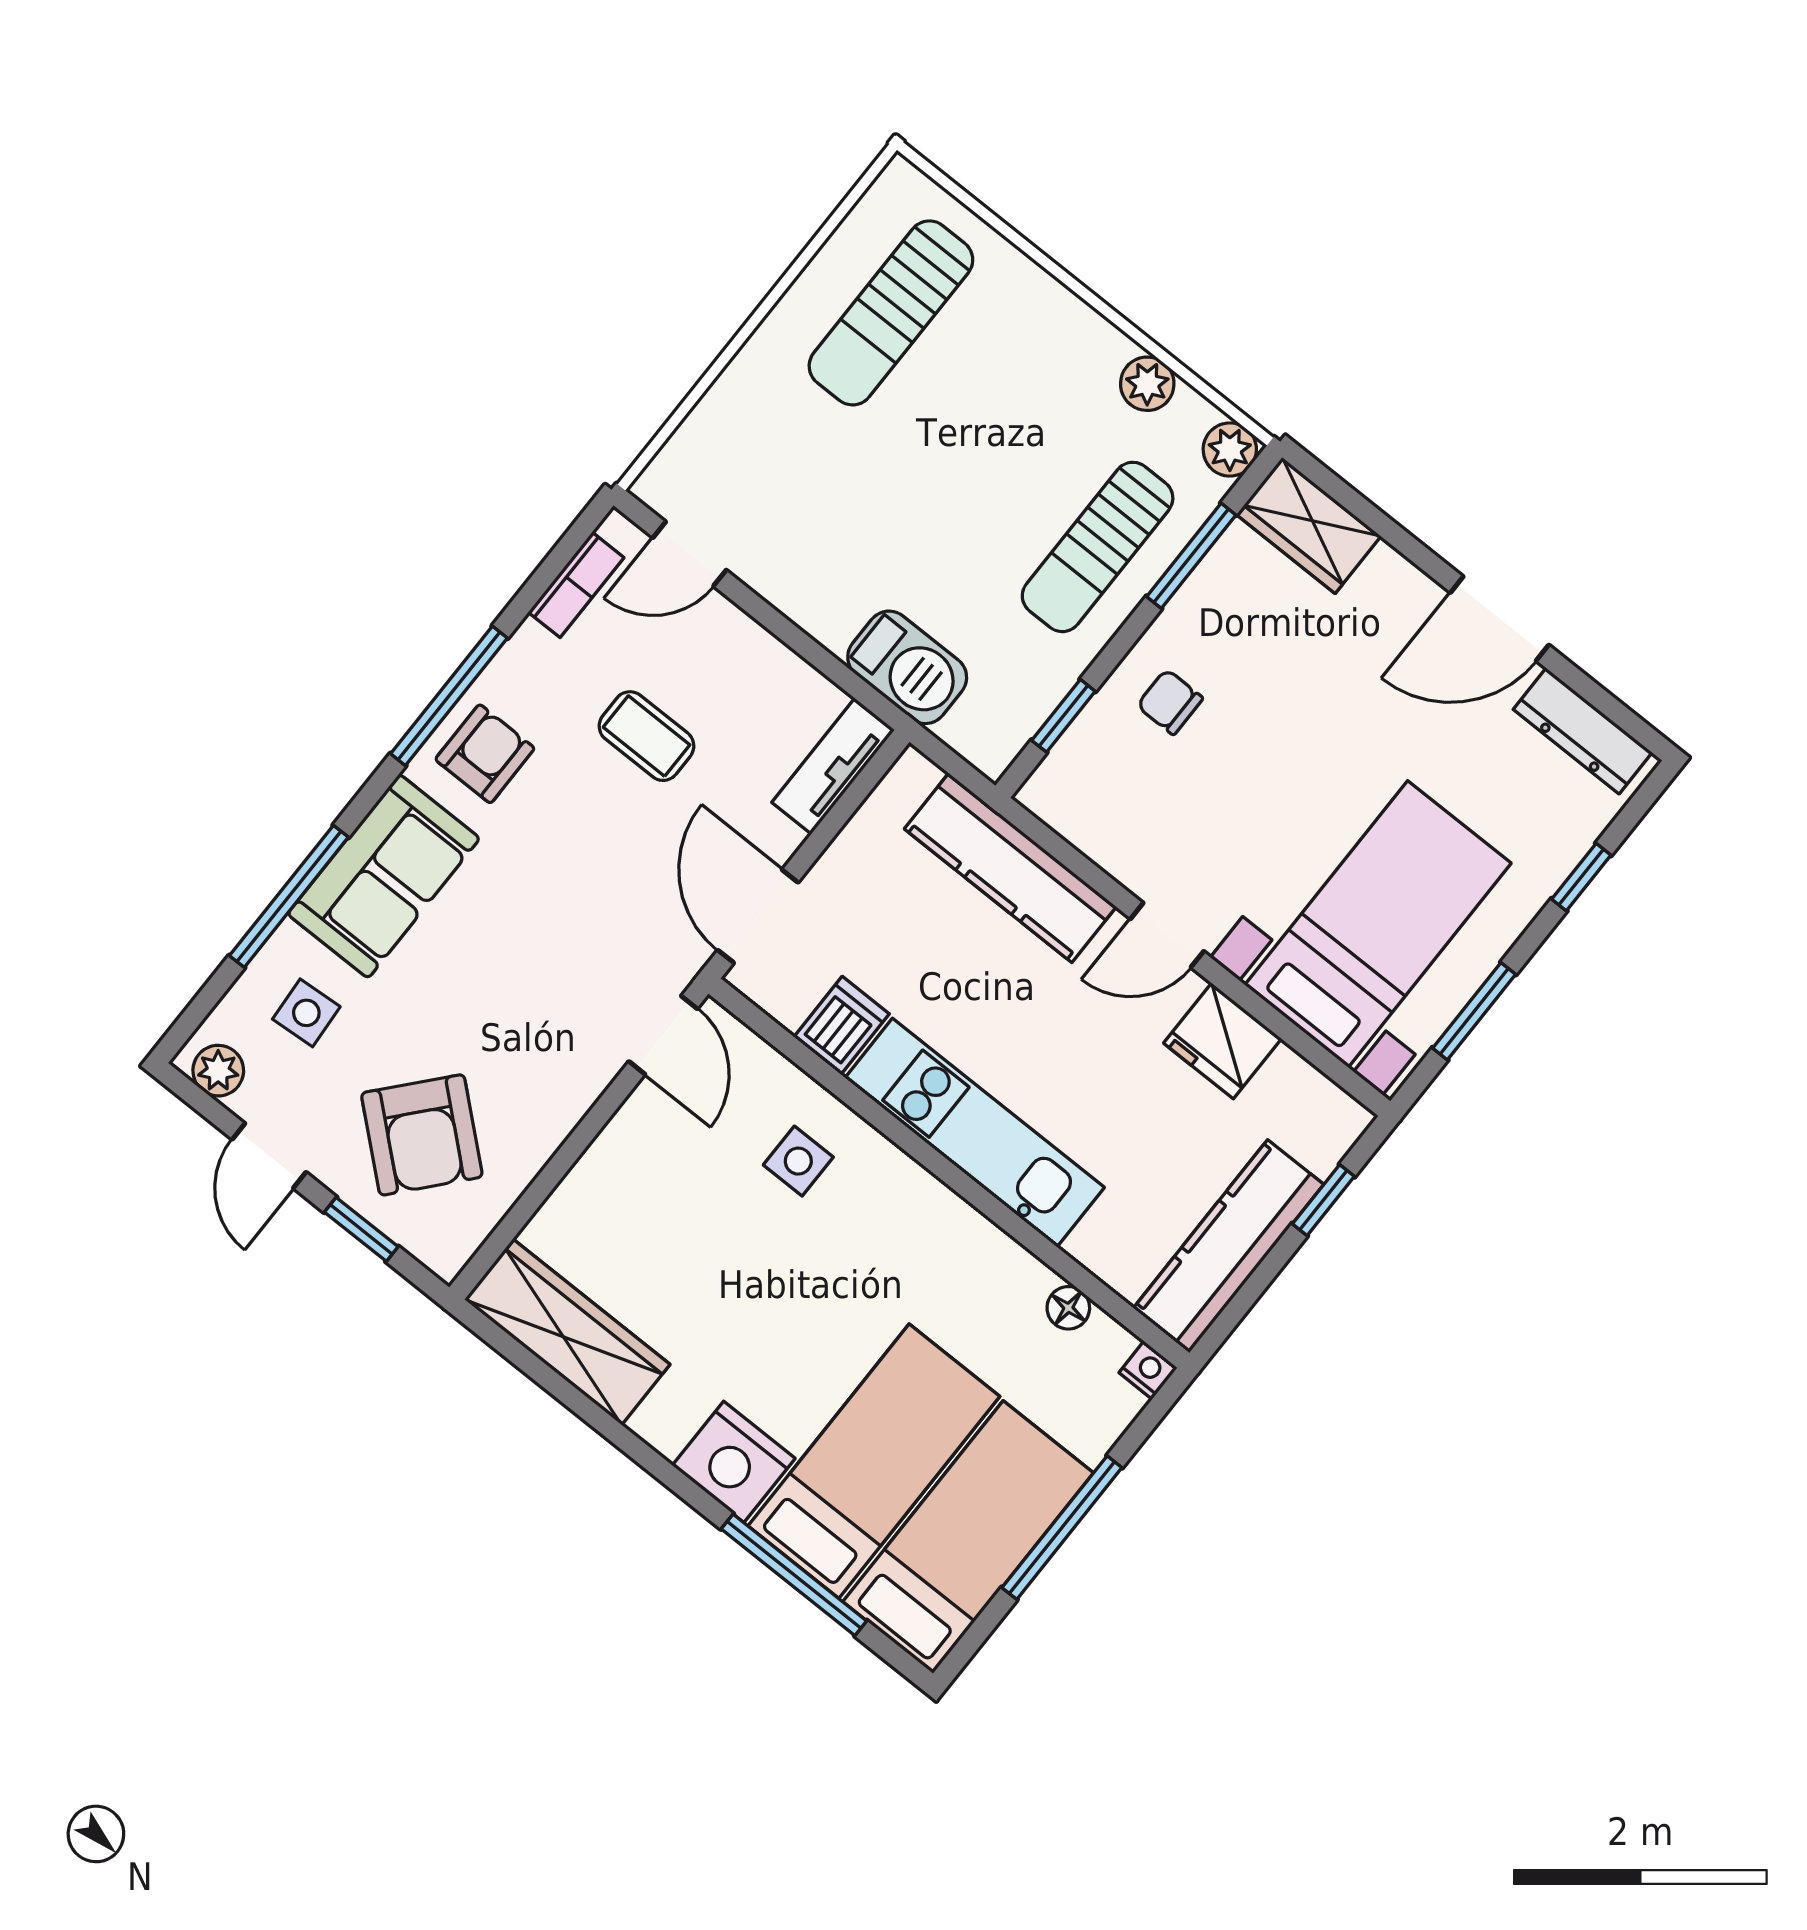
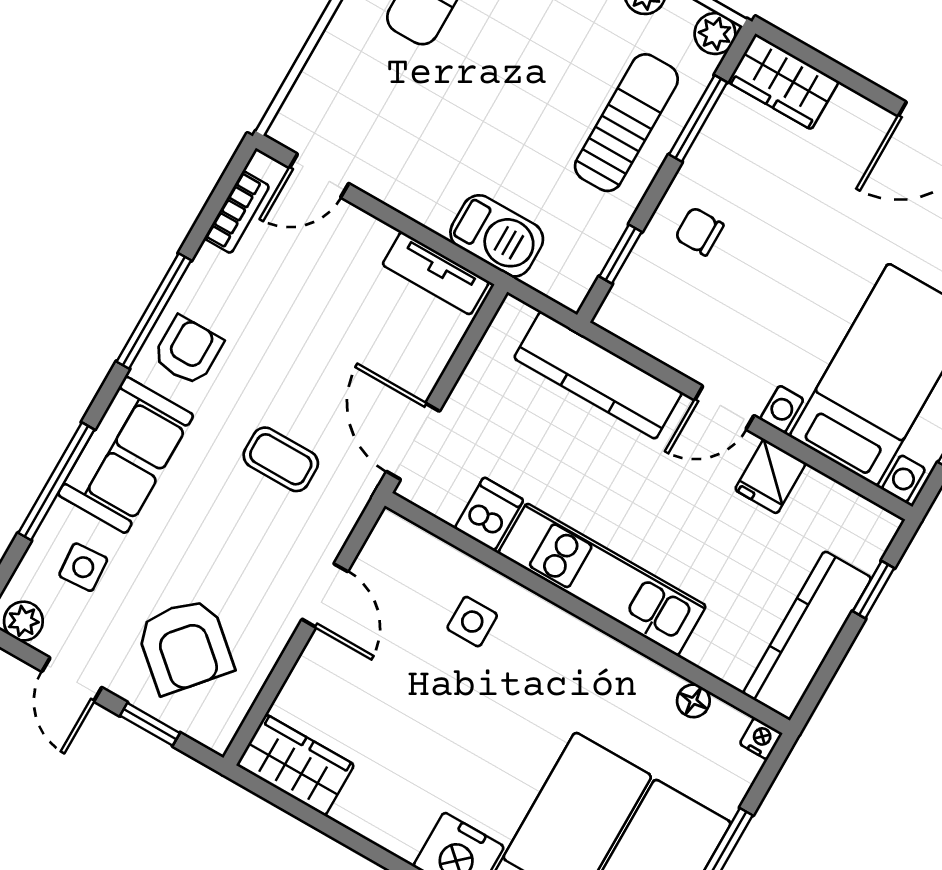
sun lounger: (1098, 547) -> (626, 123), turned 180
coffee table: (647, 736) -> (281, 459), moved
tv unit: (833, 766) -> (436, 273), moved, turned -90
door: (663, 1035) -> (325, 595), moved
fridge: (1223, 1041) -> (770, 476), width x0.72
wardrobe: (567, 1332) -> (296, 765), width x0.67

